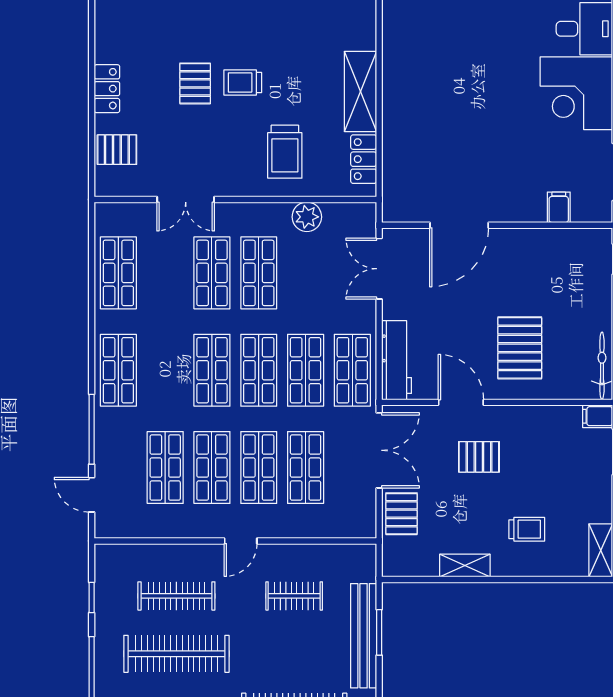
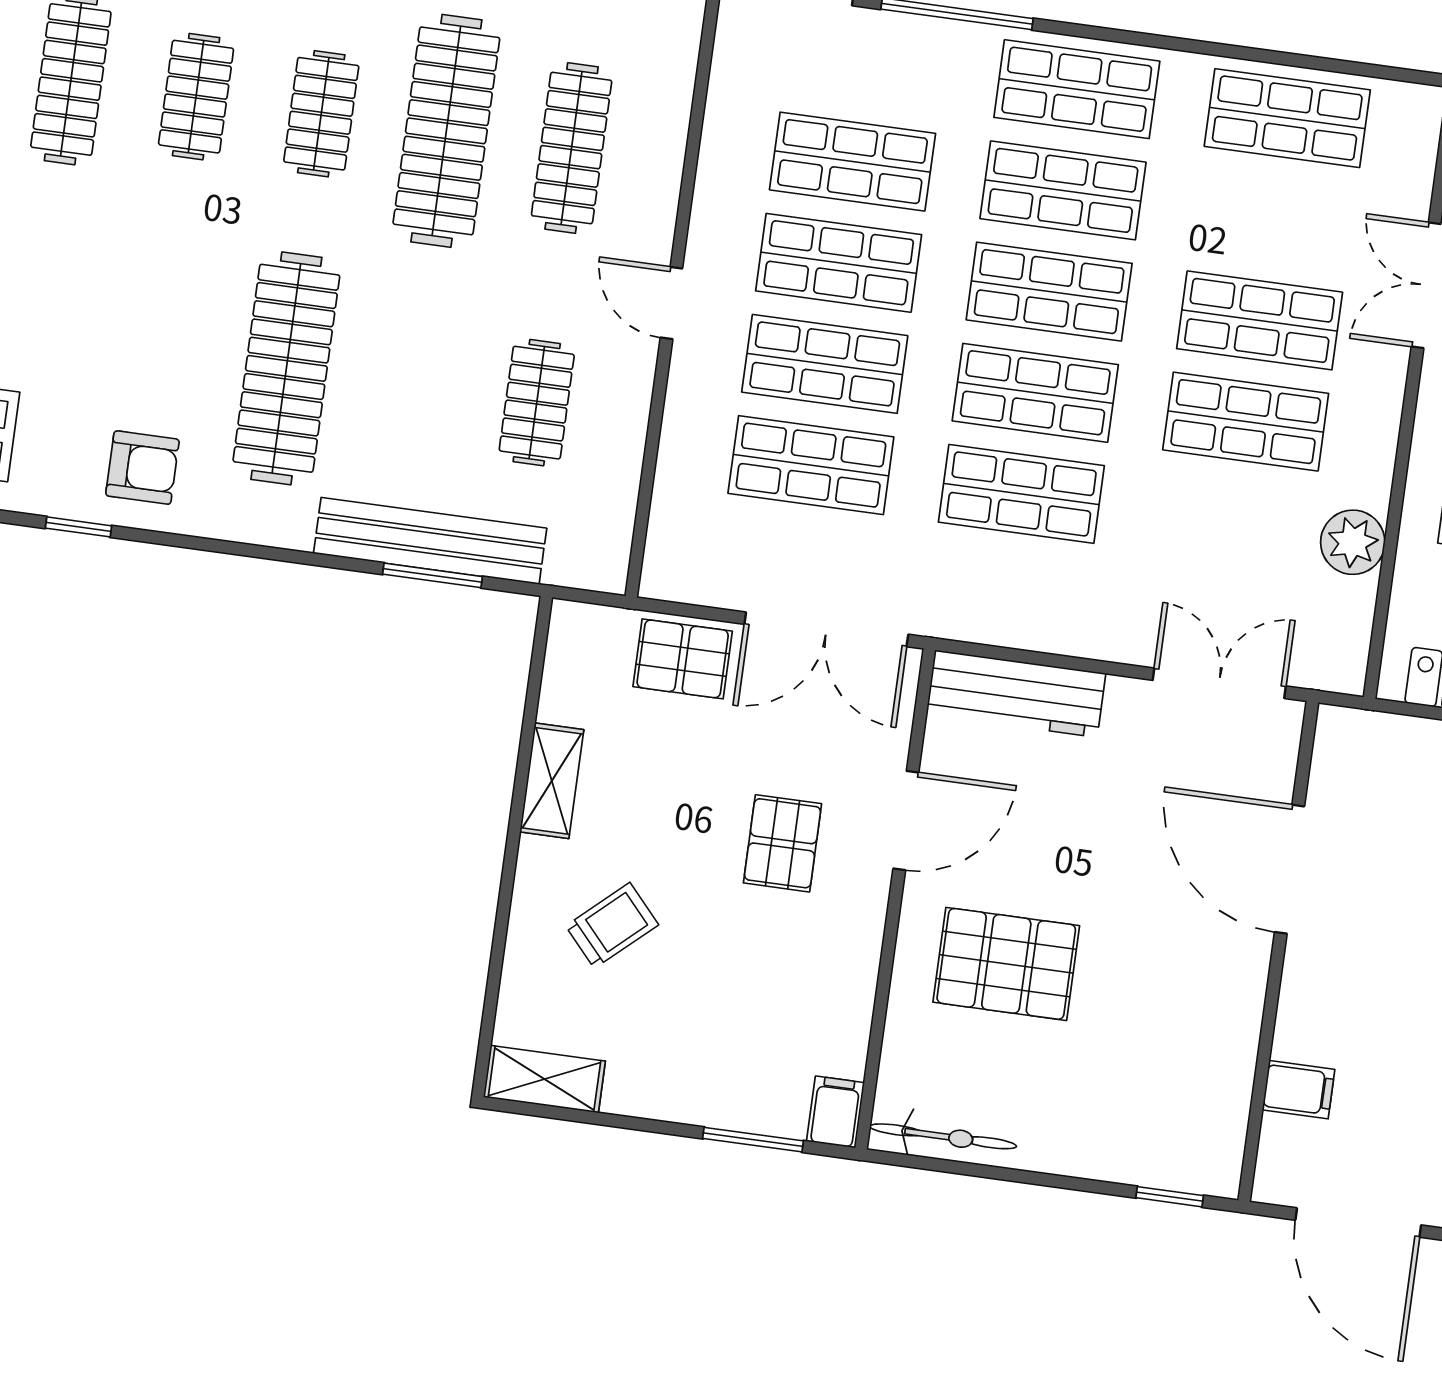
shop shelf: (352, 370) -> (1063, 190), moved
trolley: (527, 529) -> (612, 925), turned -132

